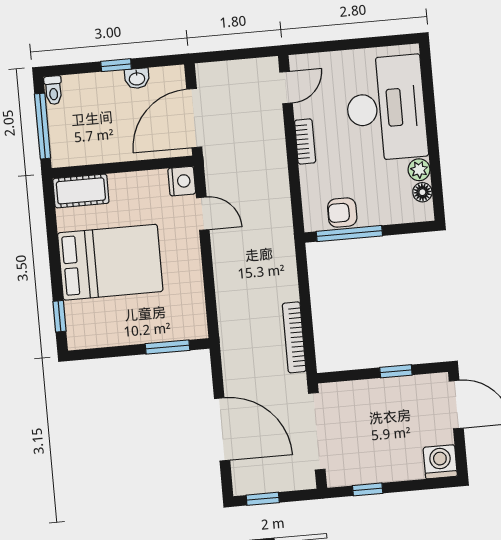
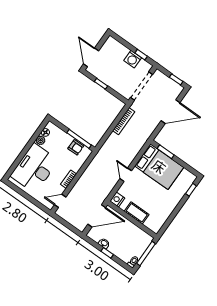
cot: (81, 191) -> (137, 213), moved
door: (203, 214) -> (126, 175), moved
bed: (110, 262) -> (159, 167), moved, turned 180
door: (222, 429) -> (170, 112), swing flipped
washing machine: (440, 462) -> (133, 59), moved

